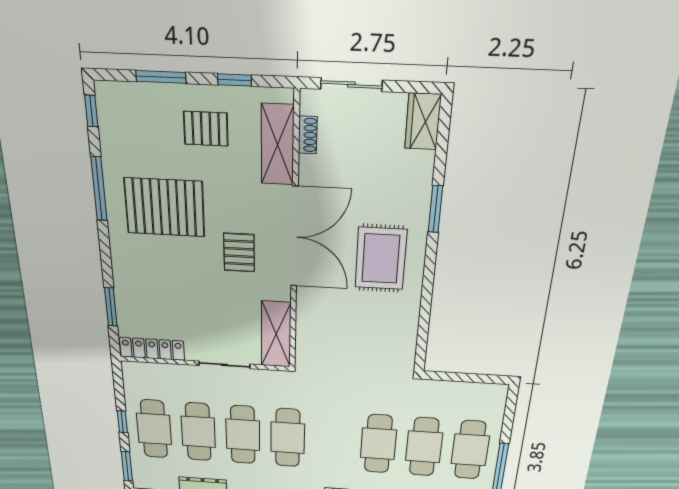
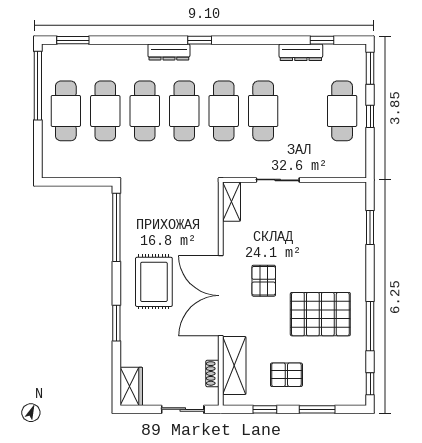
window: (424, 325) -> (116, 227), added
shelving: (276, 334) -> (231, 202), width x0.67, depth x0.75
locker: (152, 349) -> (338, 191), removed
cafe table: (198, 432) -> (184, 111), moved

